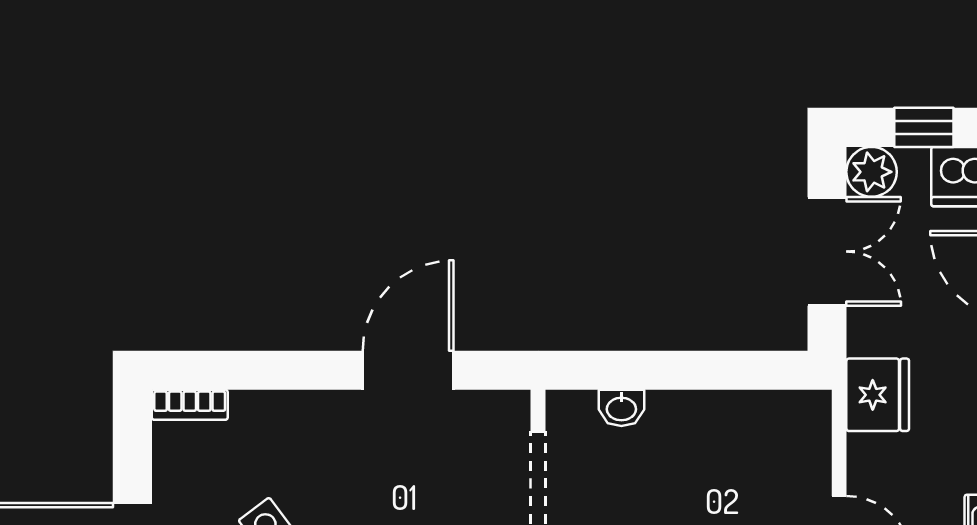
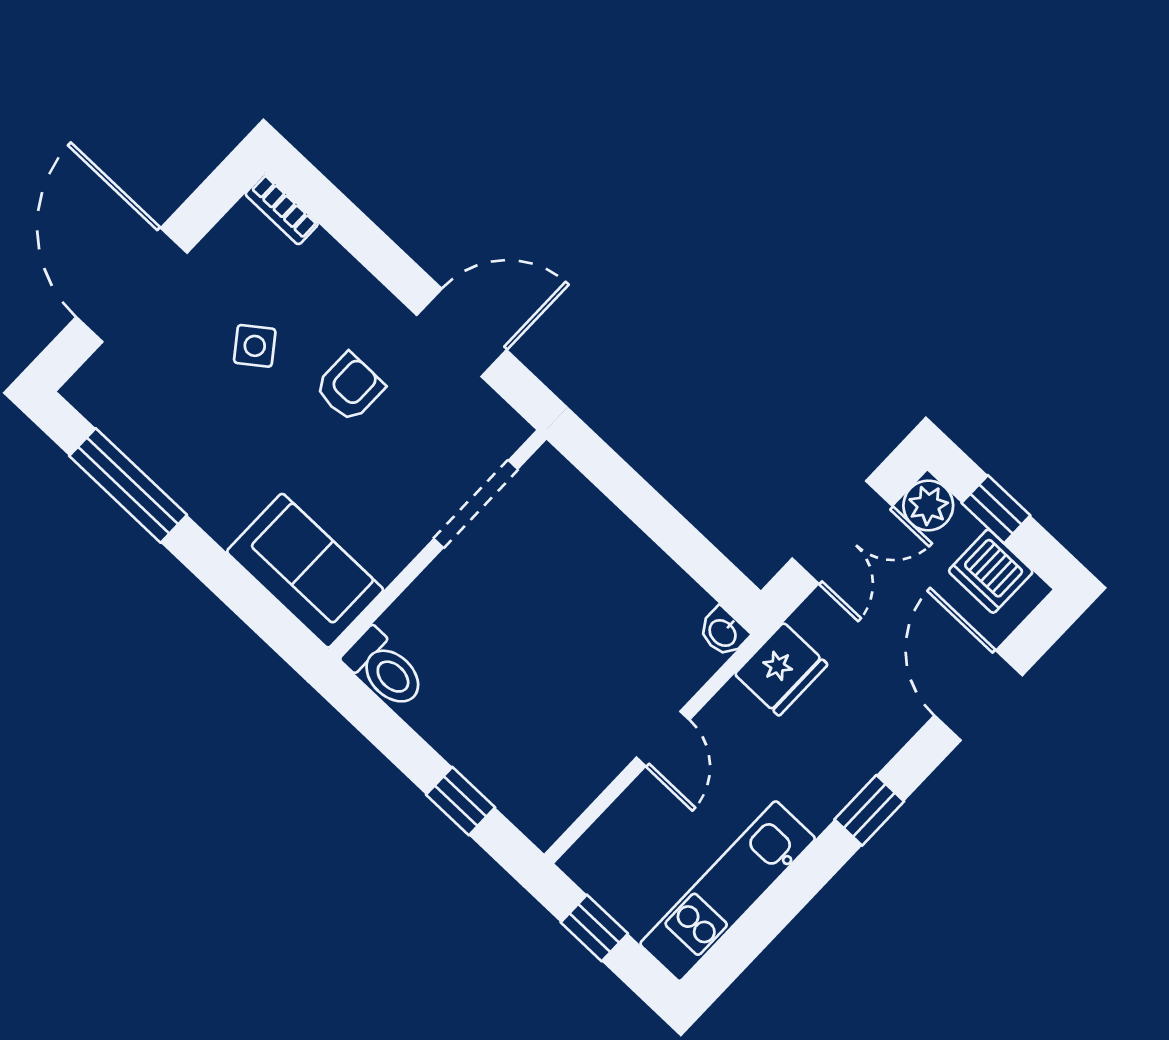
washbasin: (621, 408) -> (723, 632), moved
armchair: (364, 489) -> (350, 387), added

